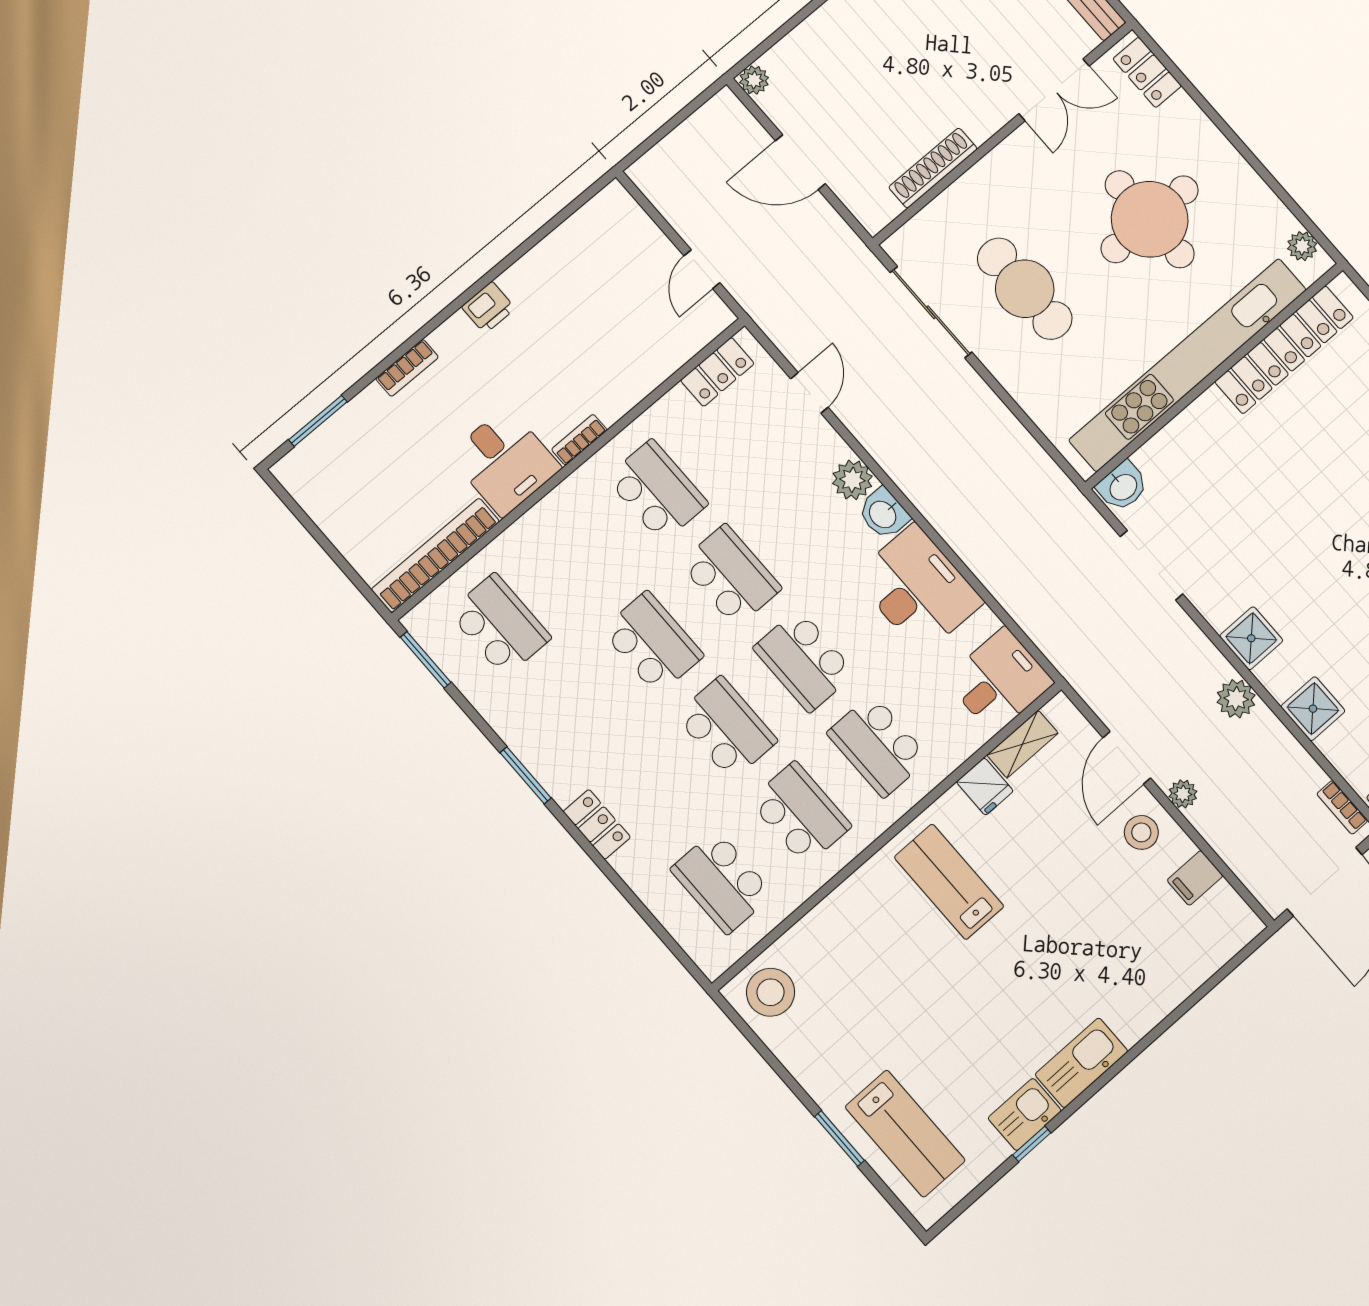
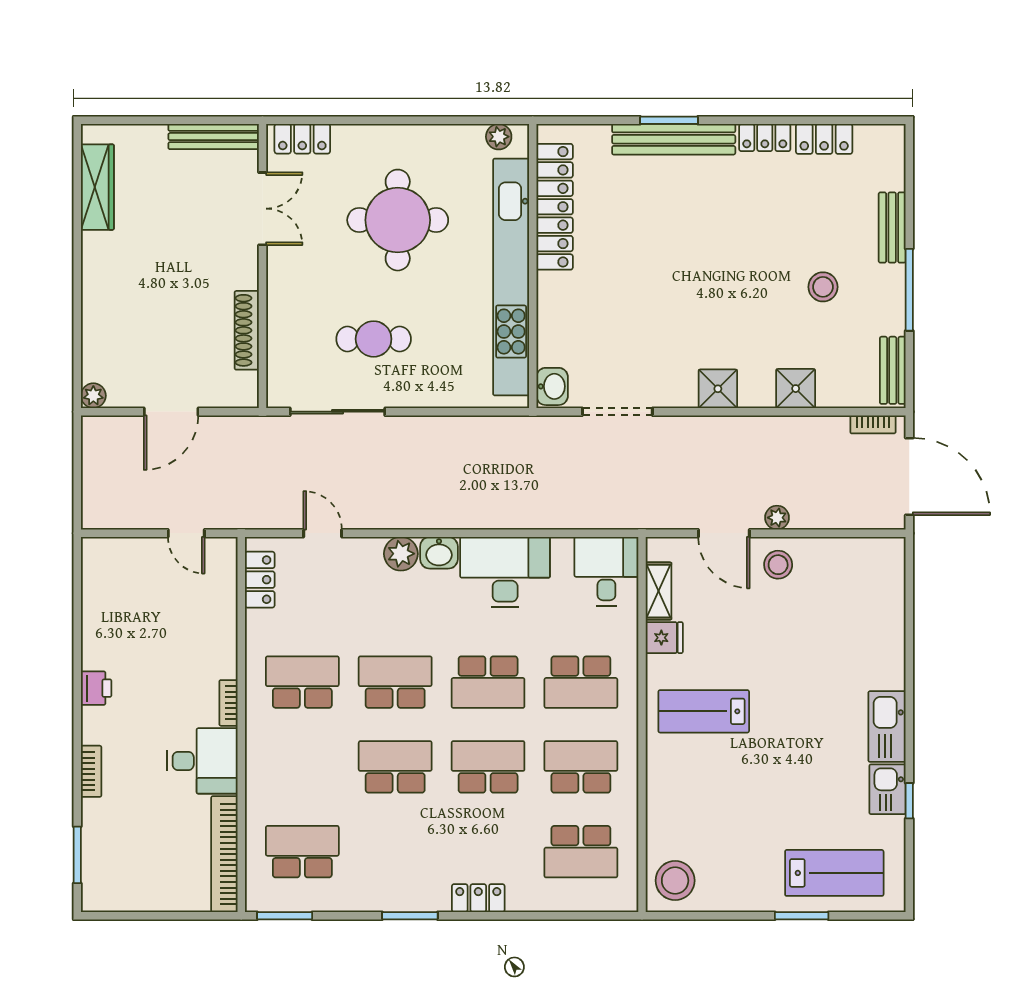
cafe table: (1025, 289) -> (374, 339), width x0.73, depth x0.74
plant: (1236, 699) -> (747, 432), removed
filing cabinet: (1195, 878) -> (836, 556), removed

